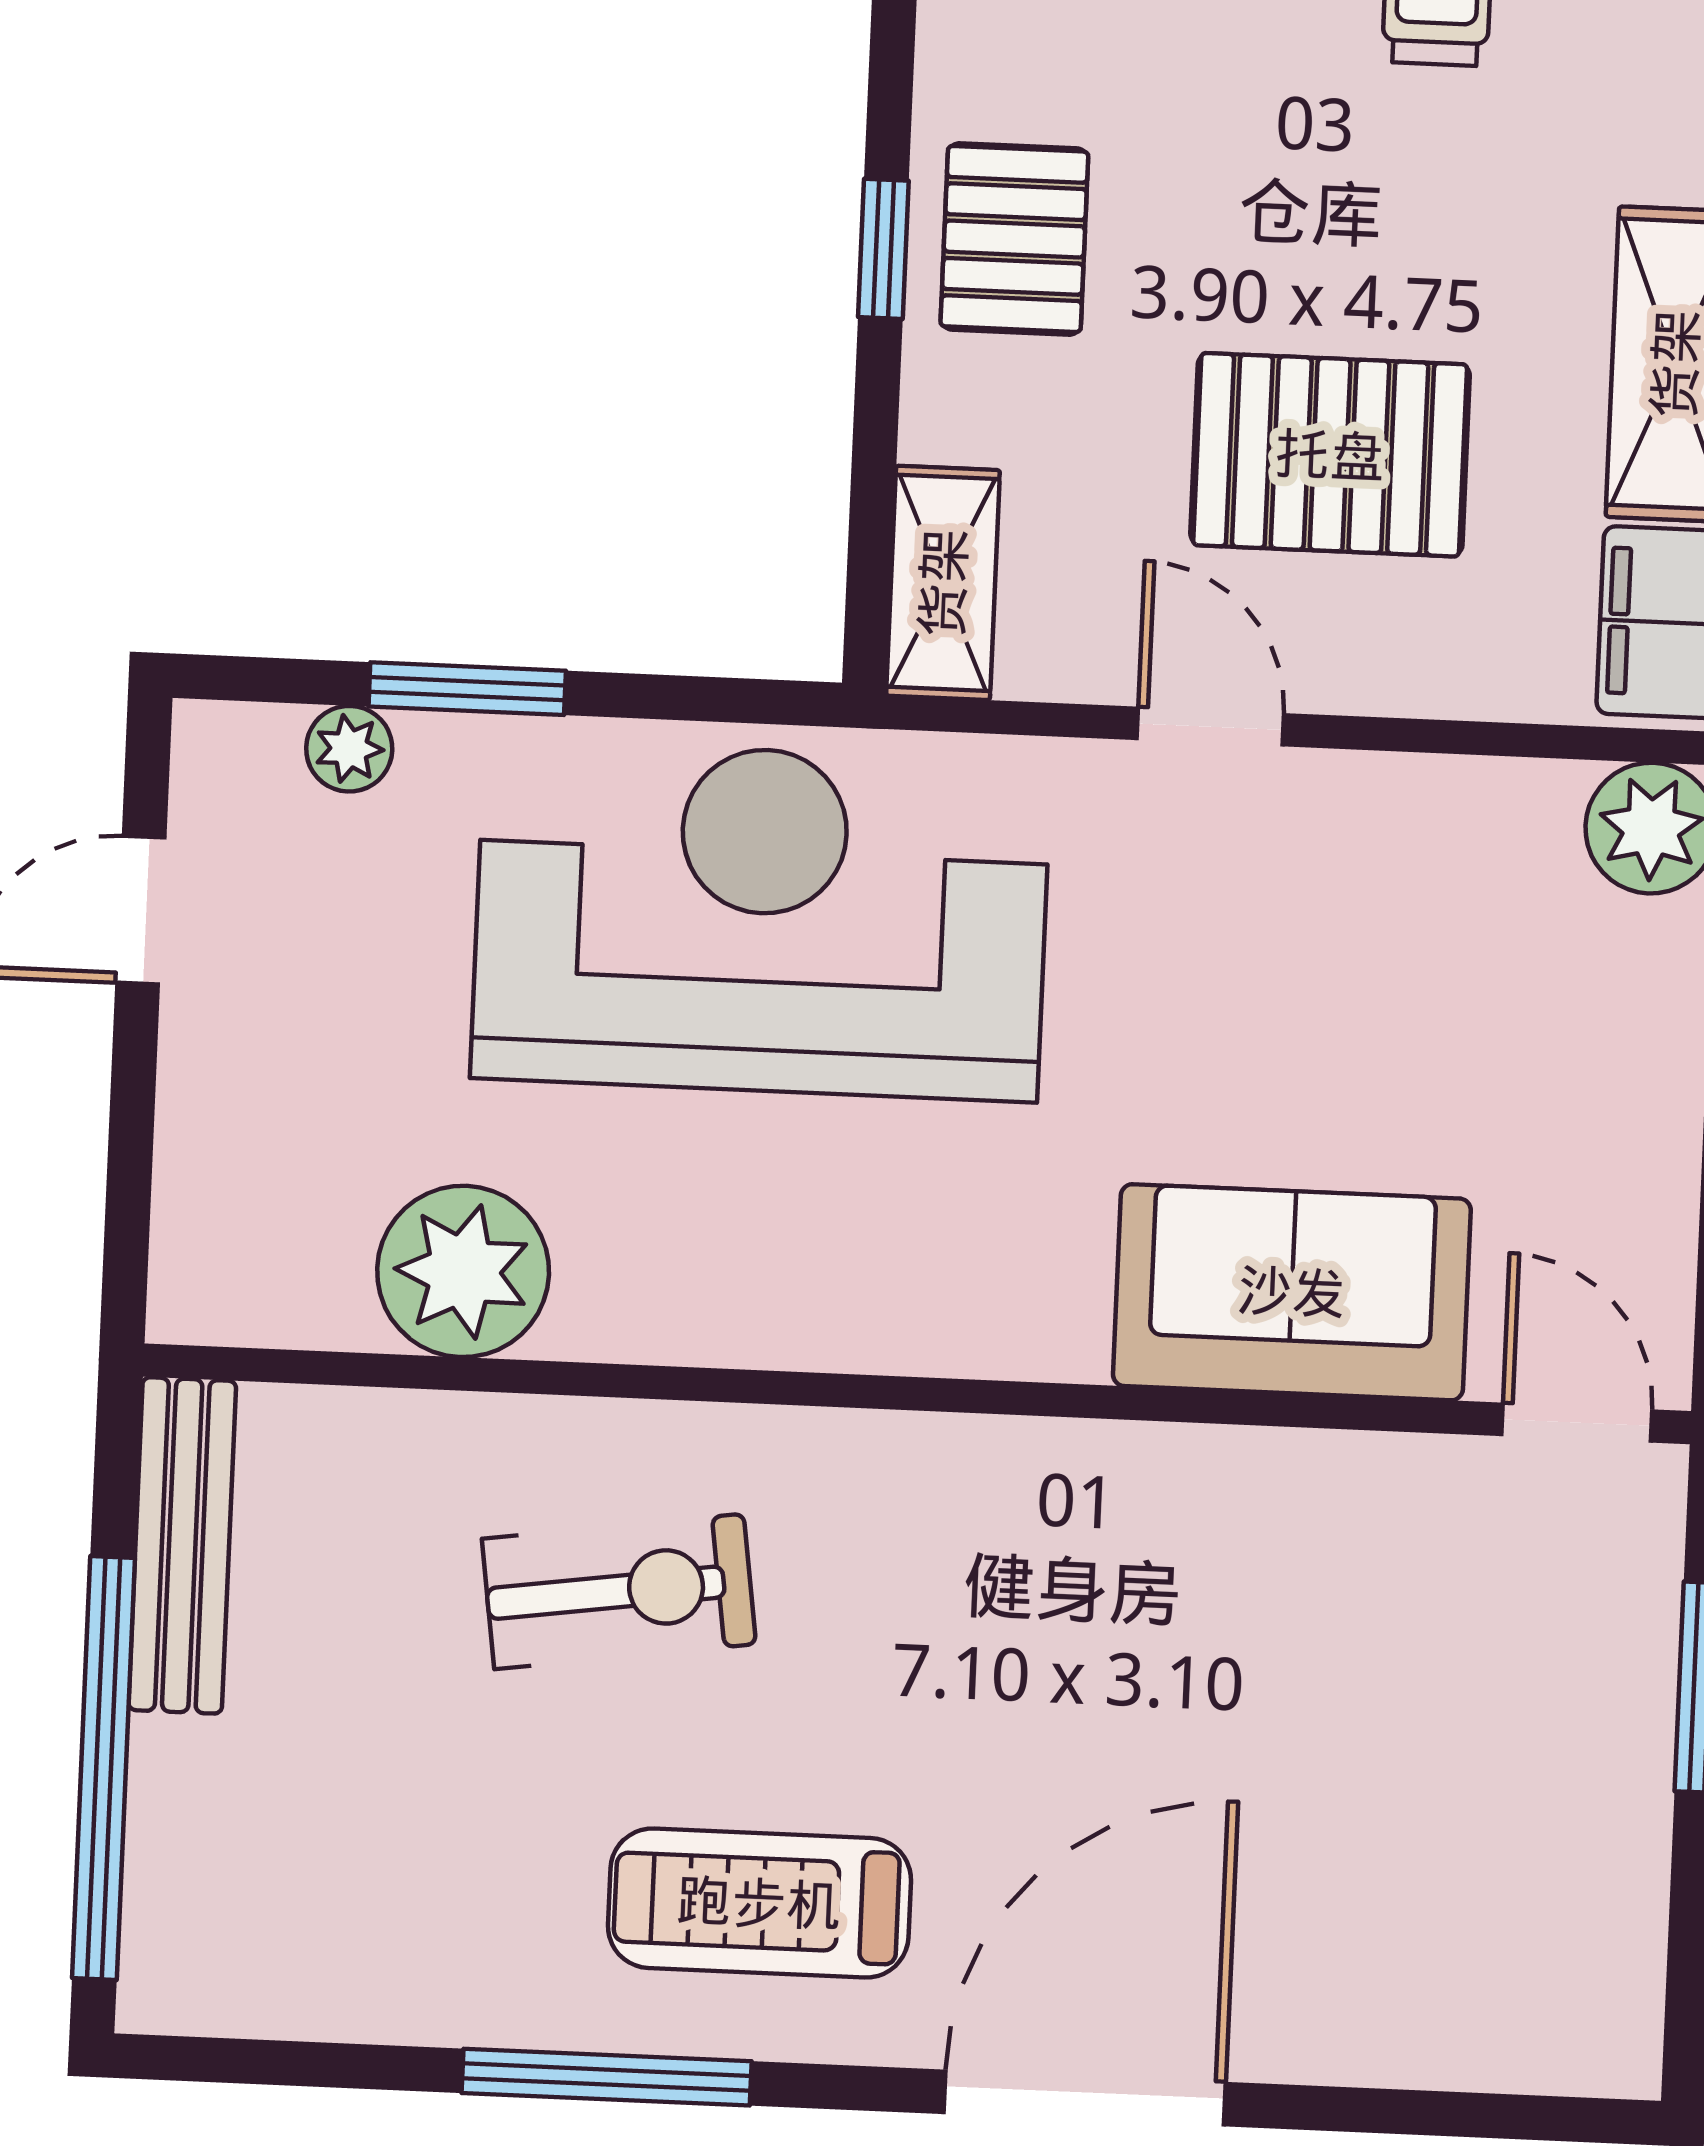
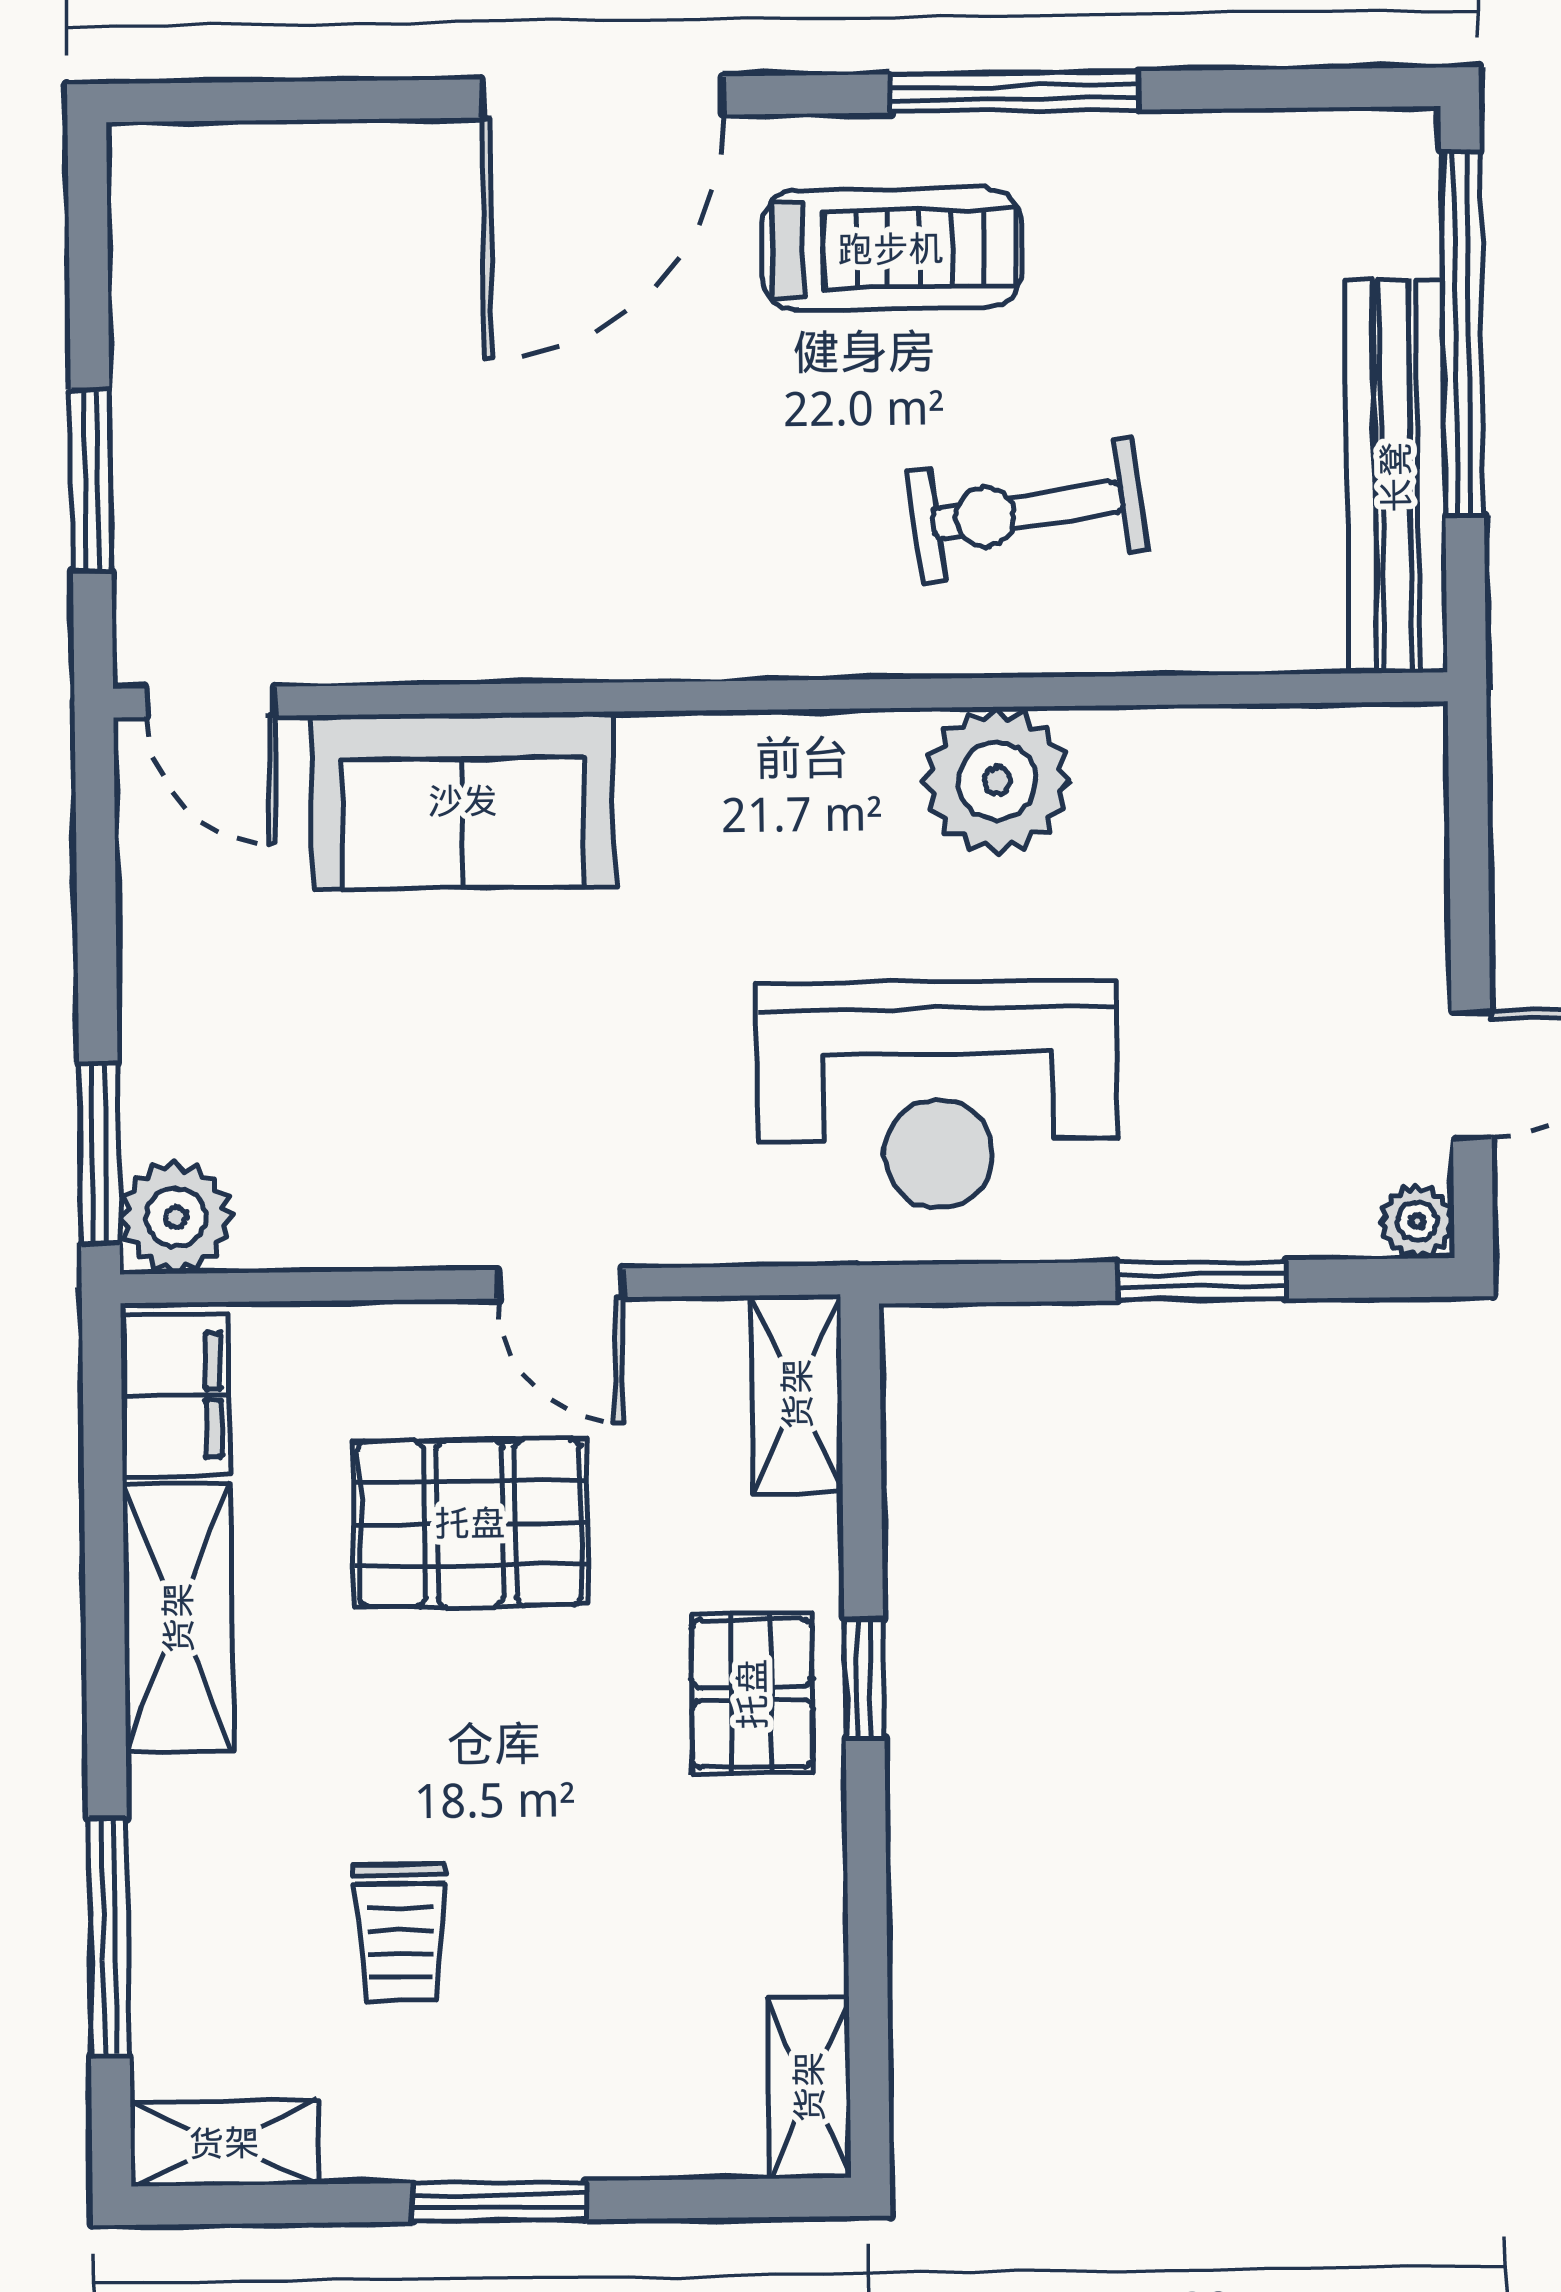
plant: (349, 749) -> (1417, 1222), moved
reception desk: (761, 920) -> (938, 1095), width x0.74, depth x0.77
plant: (463, 1271) -> (997, 781), moved
bench: (182, 1545) -> (1396, 477), width x1.37, depth x1.21

